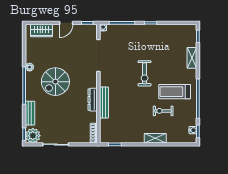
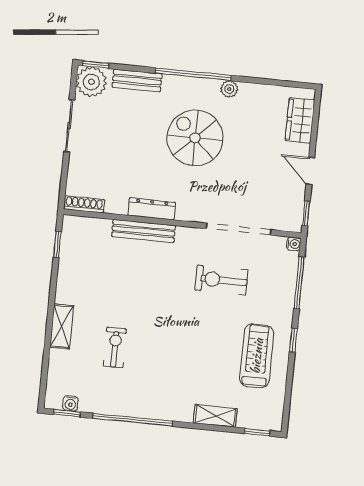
exercise bike: (145, 73) -> (221, 280), moved
treadmill: (175, 92) -> (257, 356), moved

